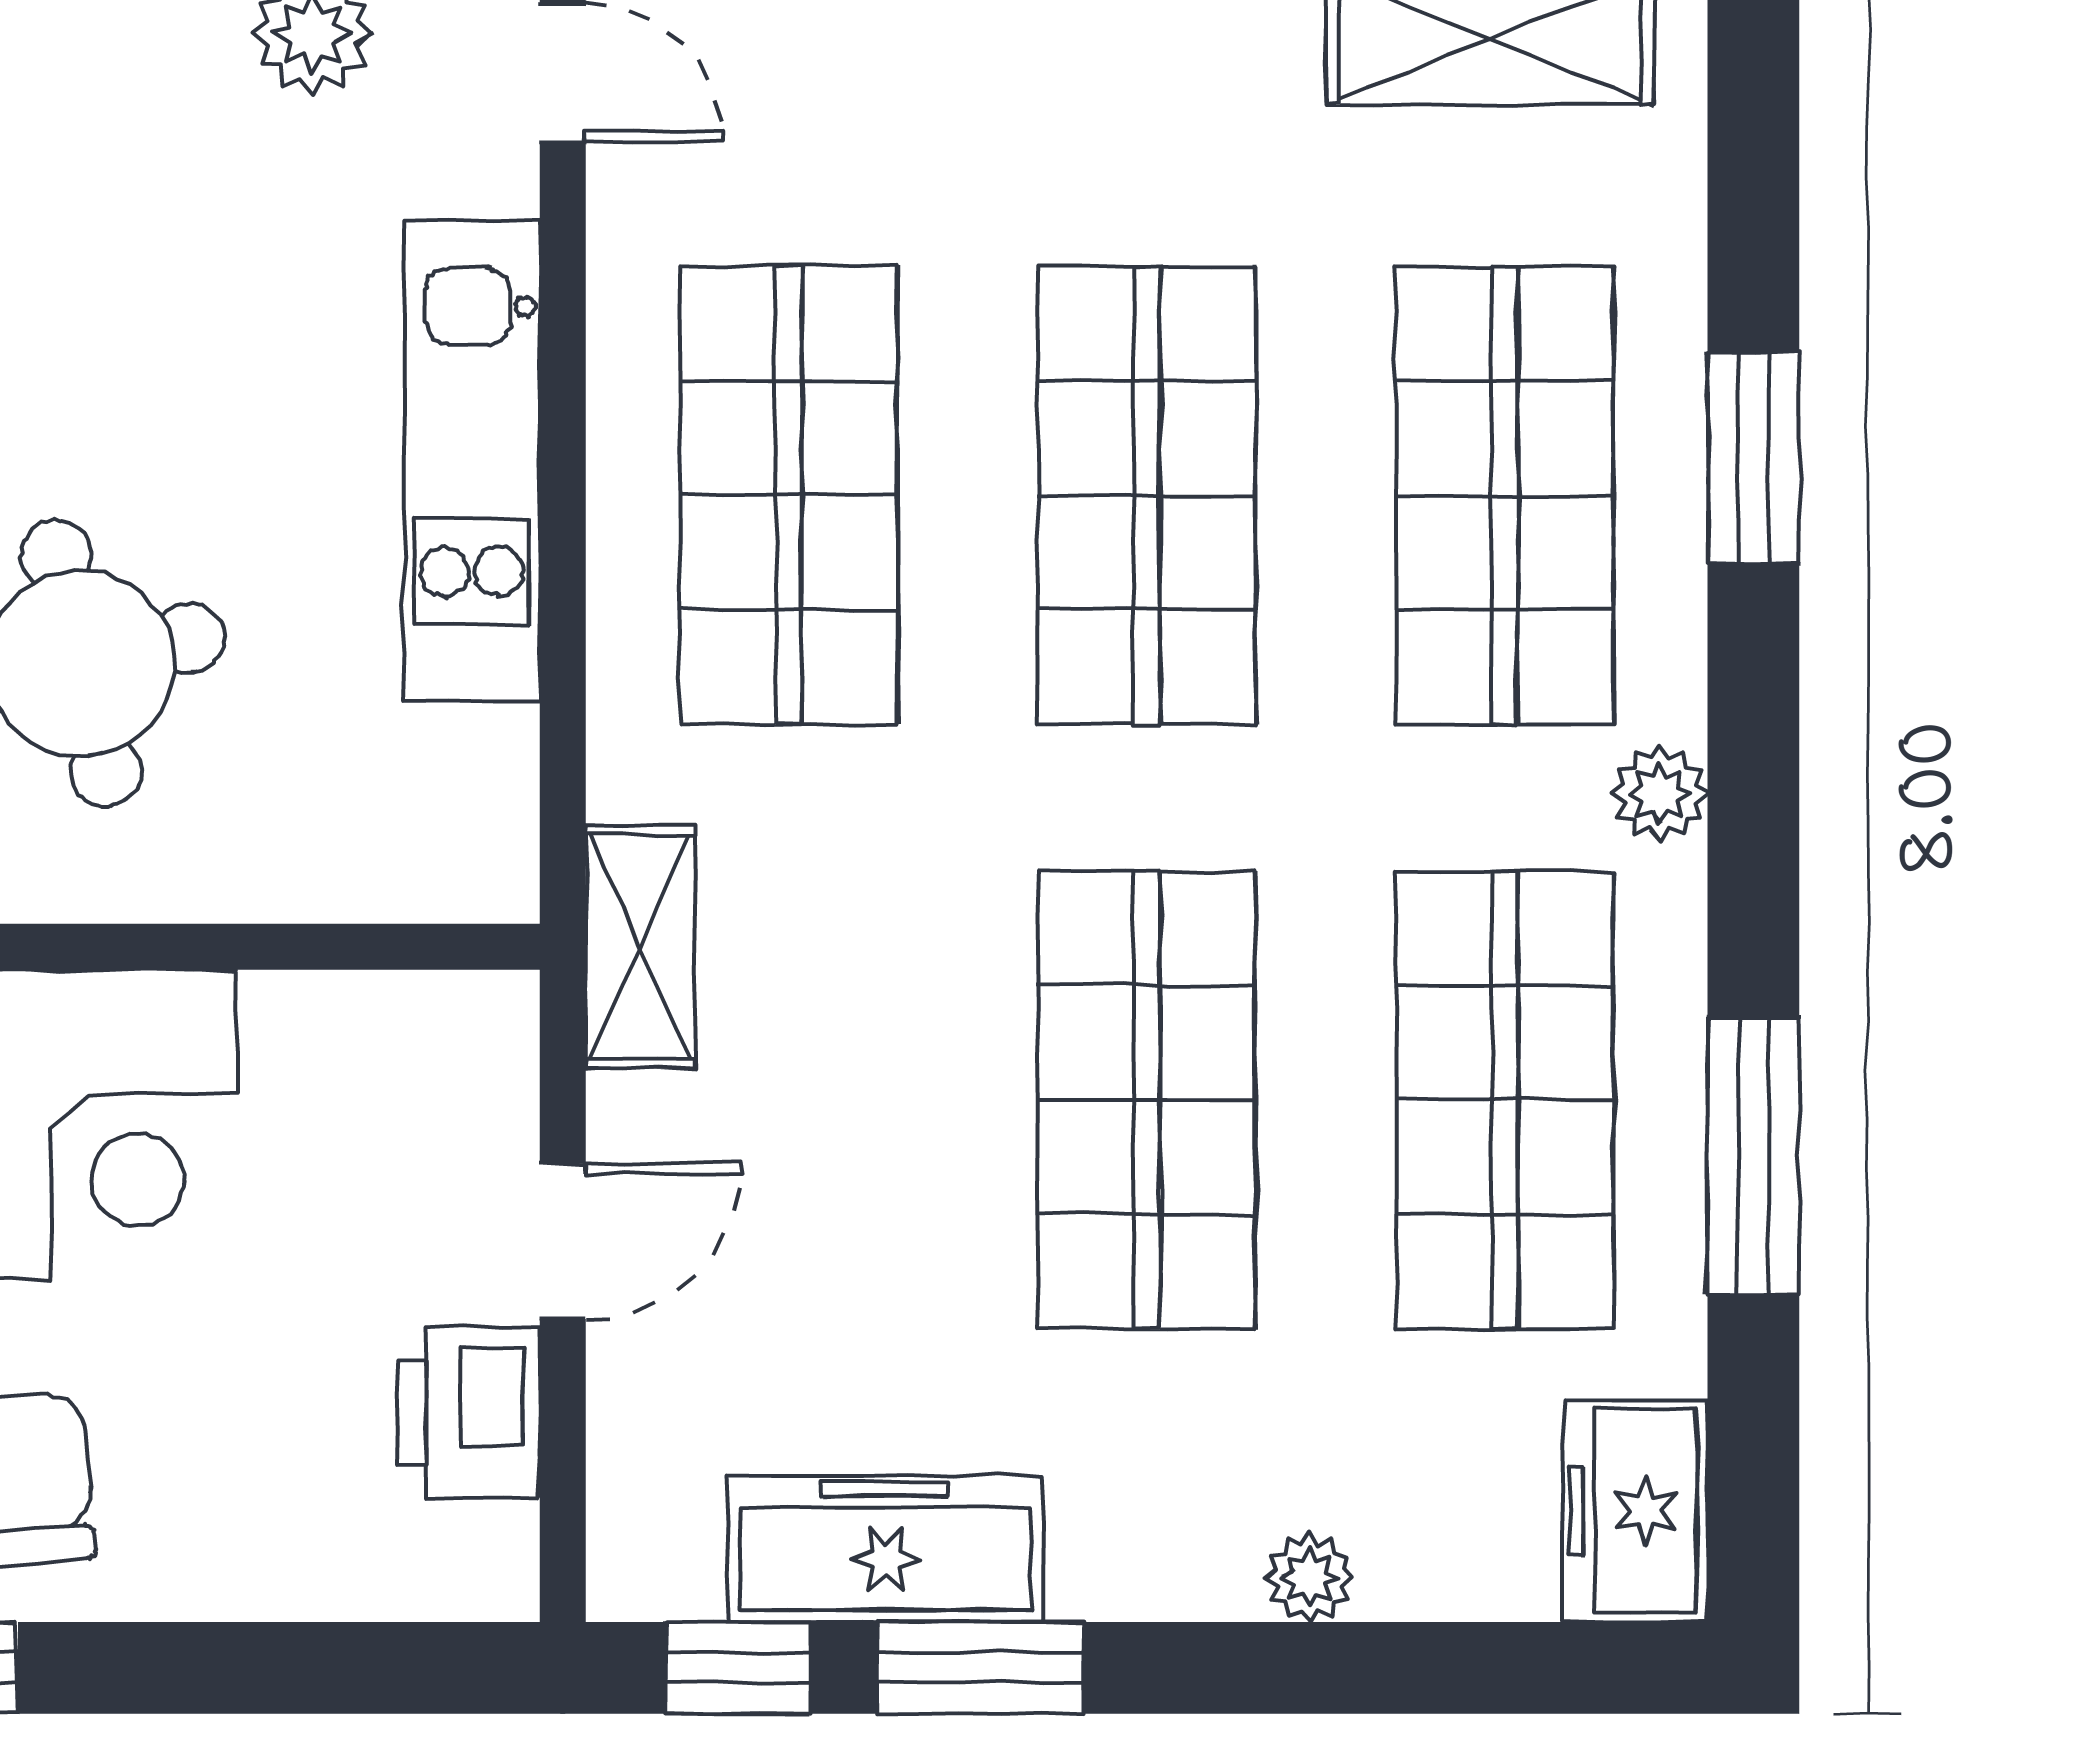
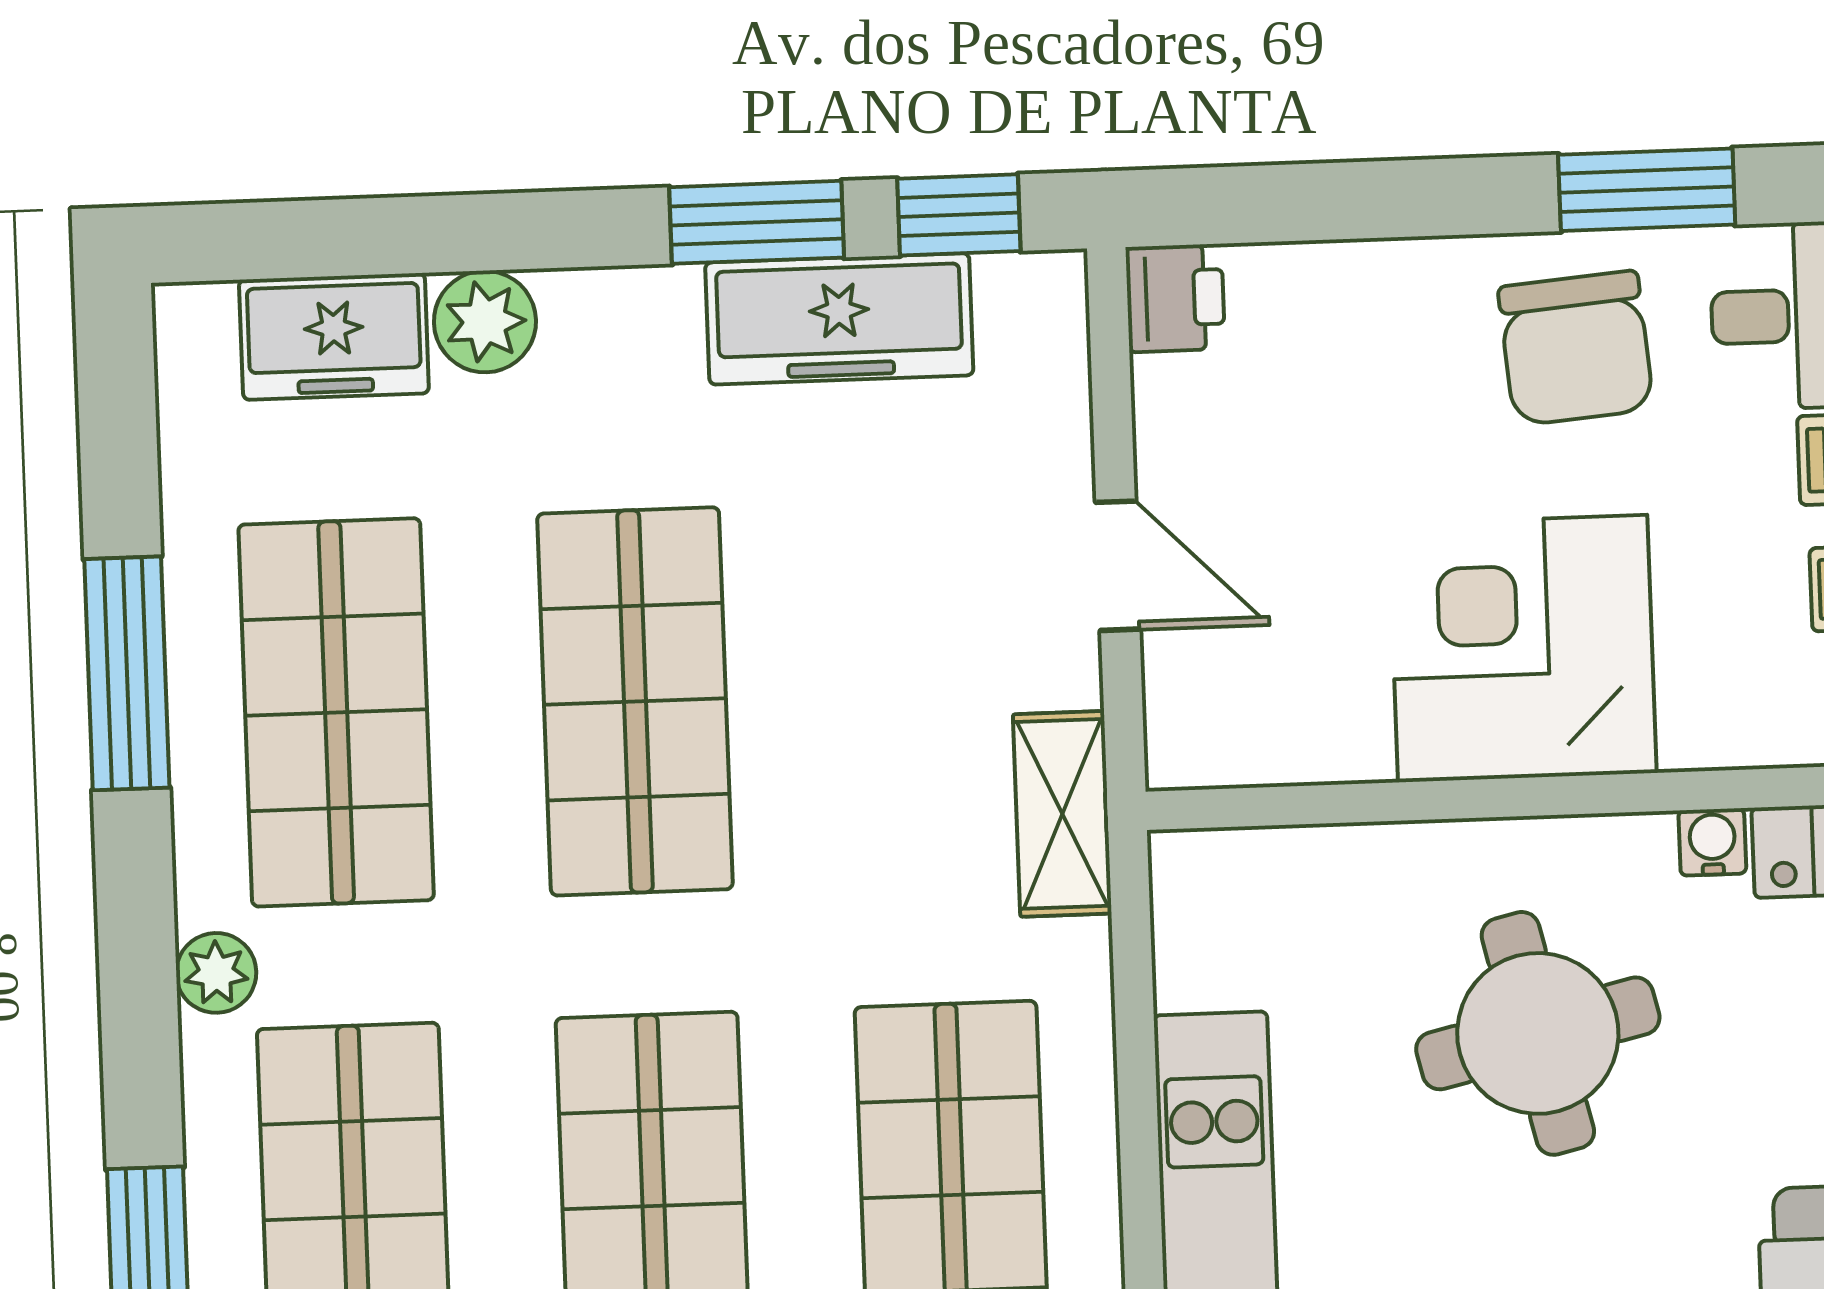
door: (563, 1241) -> (1118, 566), swing flipped
printer: (469, 1412) -> (1175, 298), moved, width x0.73, depth x0.81
freezer: (1635, 1511) -> (334, 336), moved, turned 90
plant: (1310, 1578) -> (485, 322), width x1.38, depth x1.38

